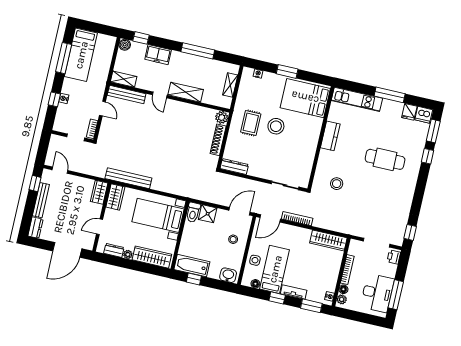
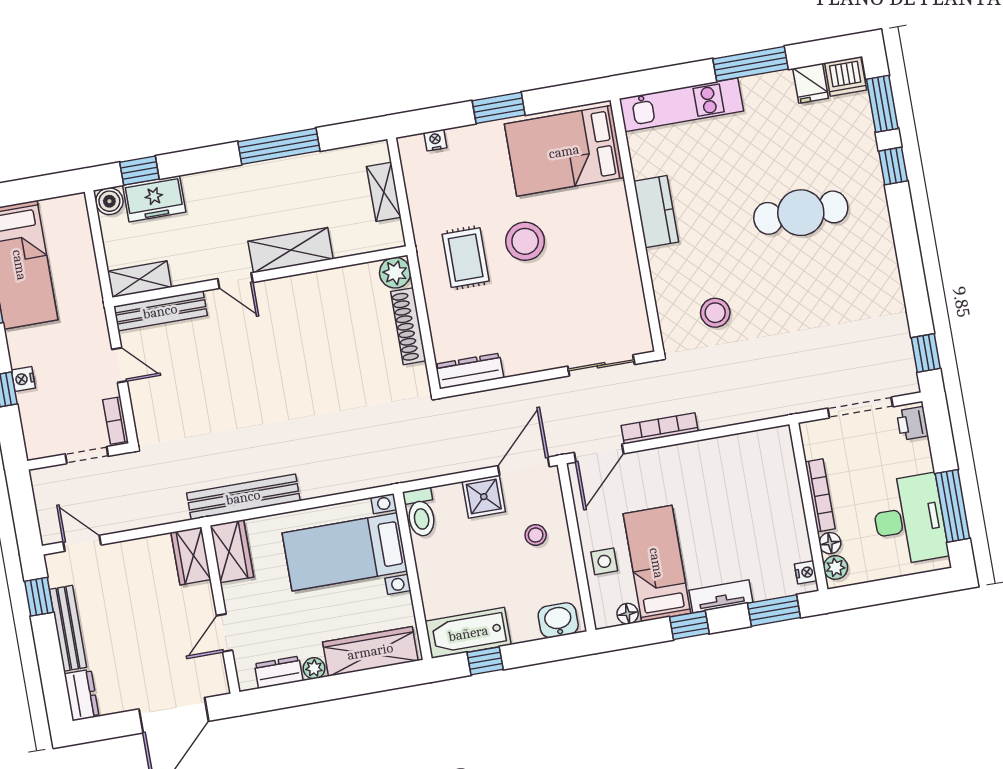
freezer: (158, 55) -> (154, 199), moved
shower: (208, 214) -> (484, 497), moved
wardrobe: (328, 240) -> (750, 448), removed

